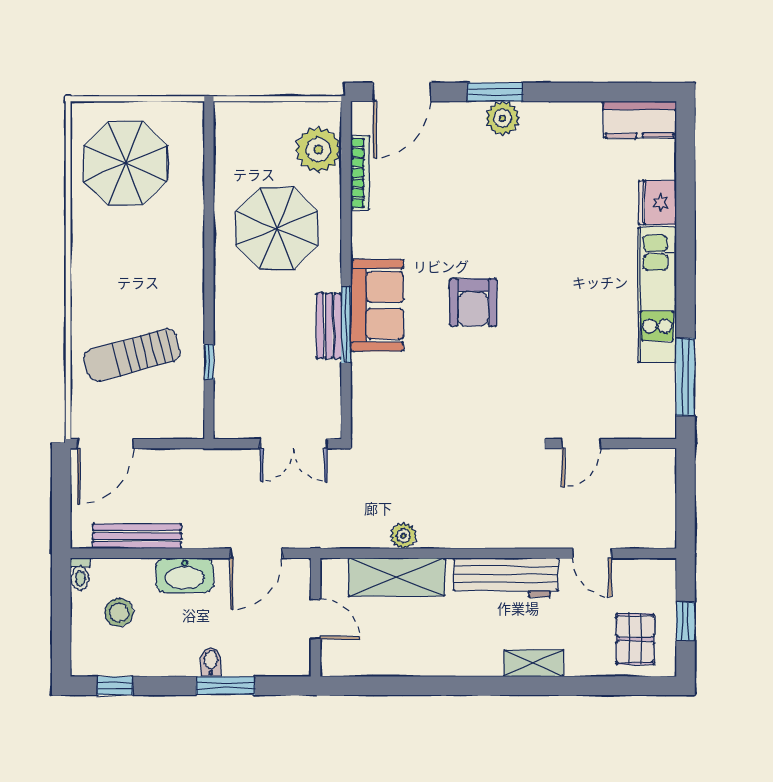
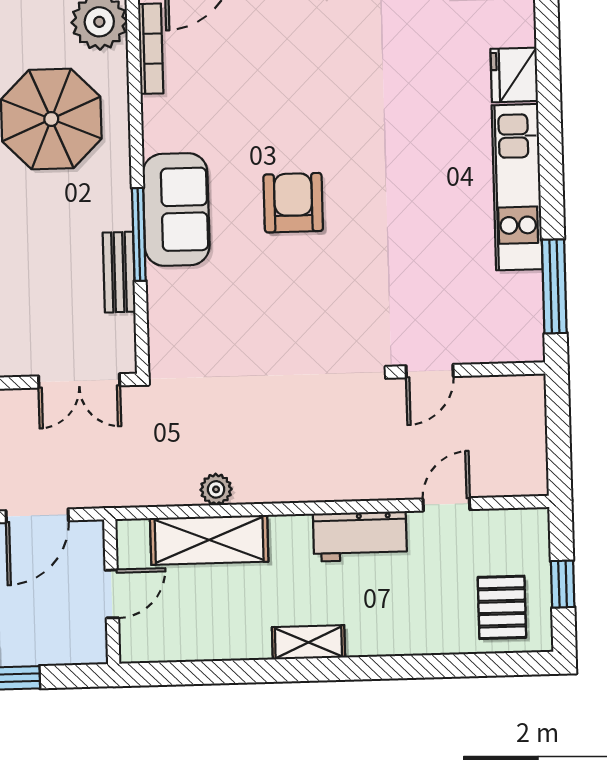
armchair: (473, 302) -> (293, 203), turned 180
bench: (329, 326) -> (119, 272), moved
door: (592, 553) -> (446, 504), swing flipped
workbench: (506, 577) -> (360, 536), width x0.73
door: (315, 619) -> (112, 594), hinge flipped
shelving: (534, 663) -> (308, 642), moved

